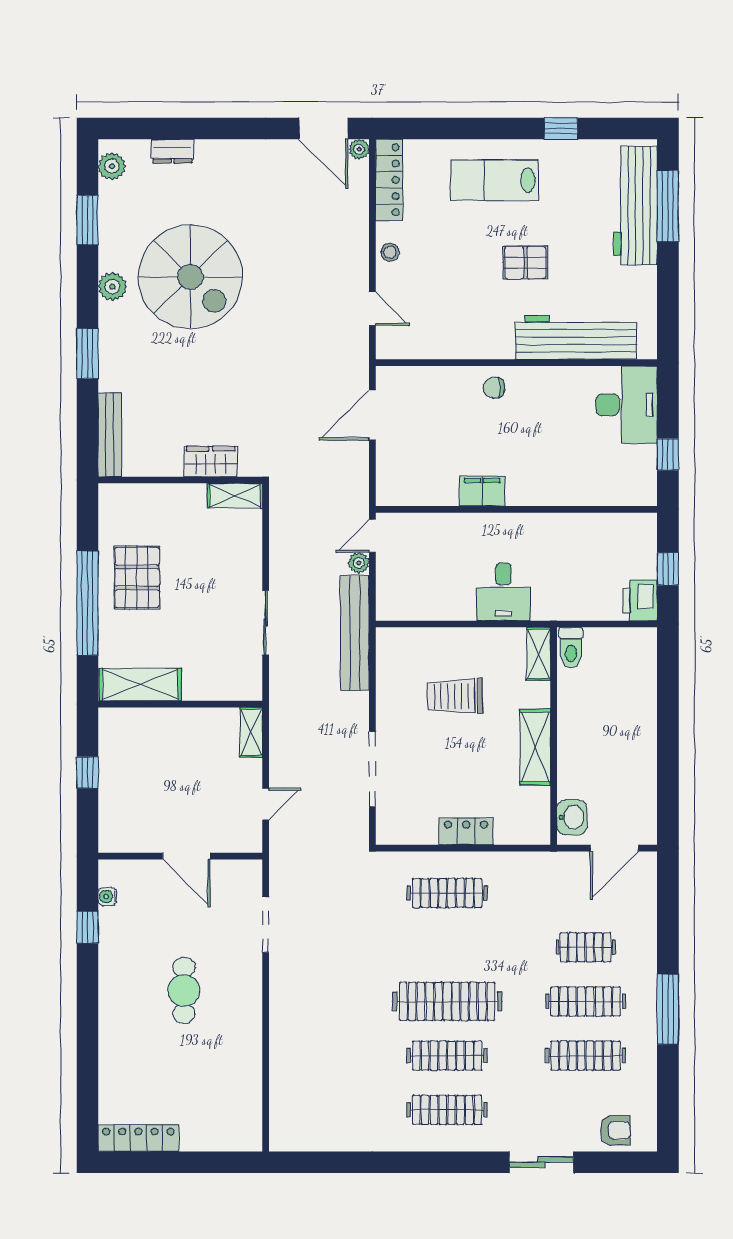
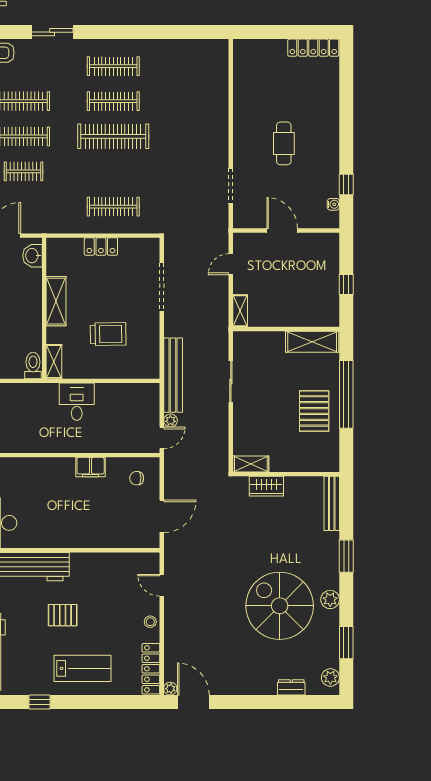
chair: (494, 388) -> (137, 478), moved, turned 180

